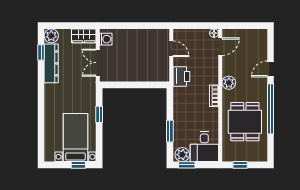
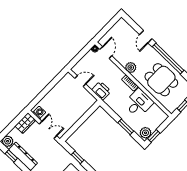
double door: (98, 63) -> (48, 130), swing flipped
desk: (204, 147) -> (139, 103), moved, turned -90

